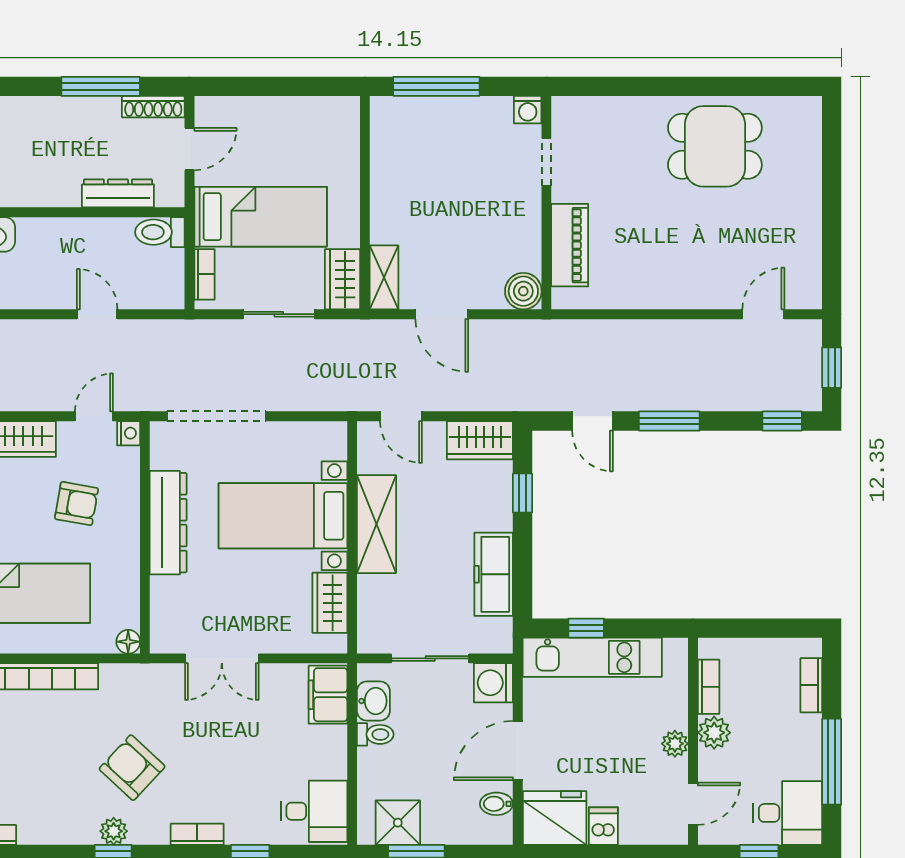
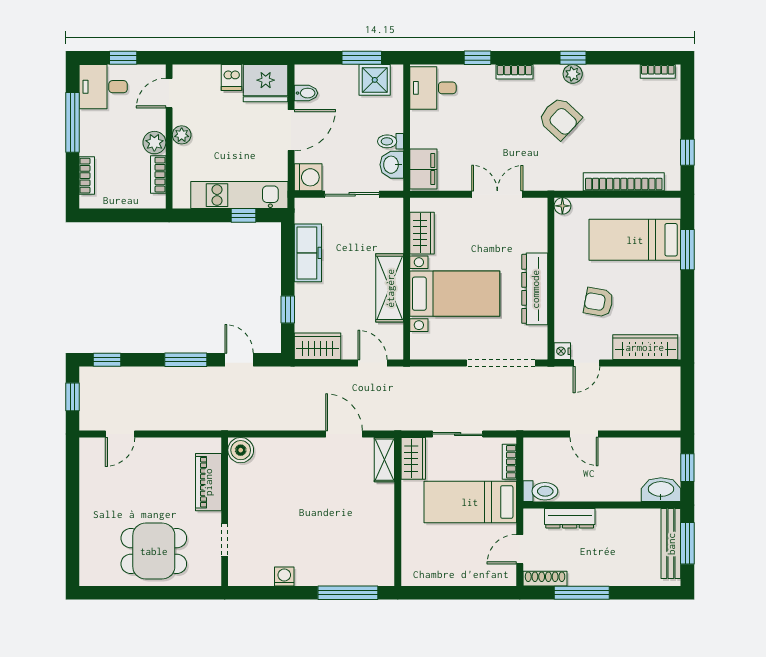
doorway: (546, 162) -> (225, 540), moved
wall: (546, 203) -> (225, 512), moved
piano: (570, 245) -> (208, 482), moved
boiler: (523, 291) -> (241, 450), moved

